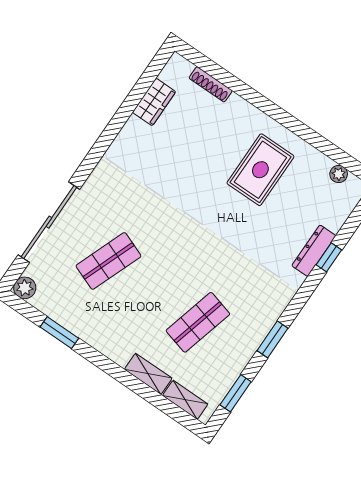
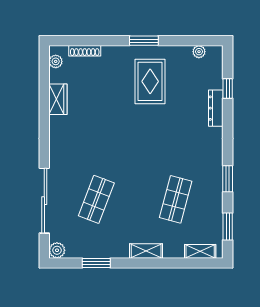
plant: (170, 74) -> (56, 61), added
wardrobe: (154, 102) -> (58, 99), moved
window: (285, 119) -> (144, 41), added
window: (329, 257) -> (228, 89), moved
shelving: (148, 374) -> (146, 251), moved

